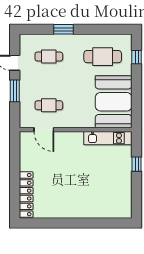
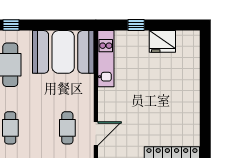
fridge: (123, 186) -> (162, 41), added

